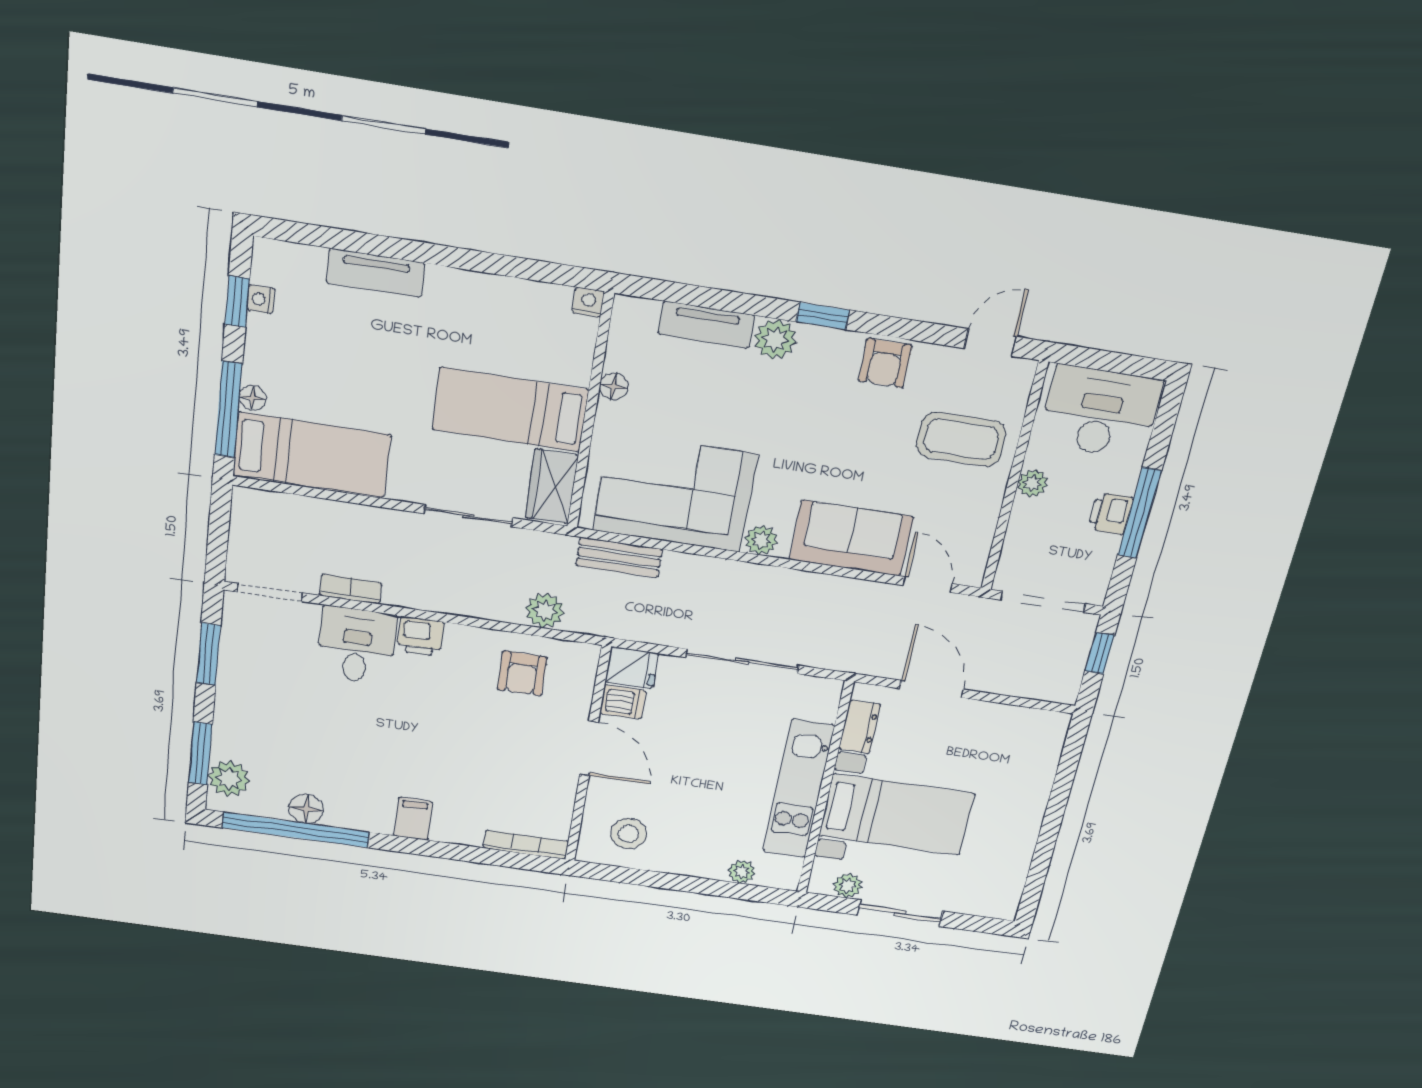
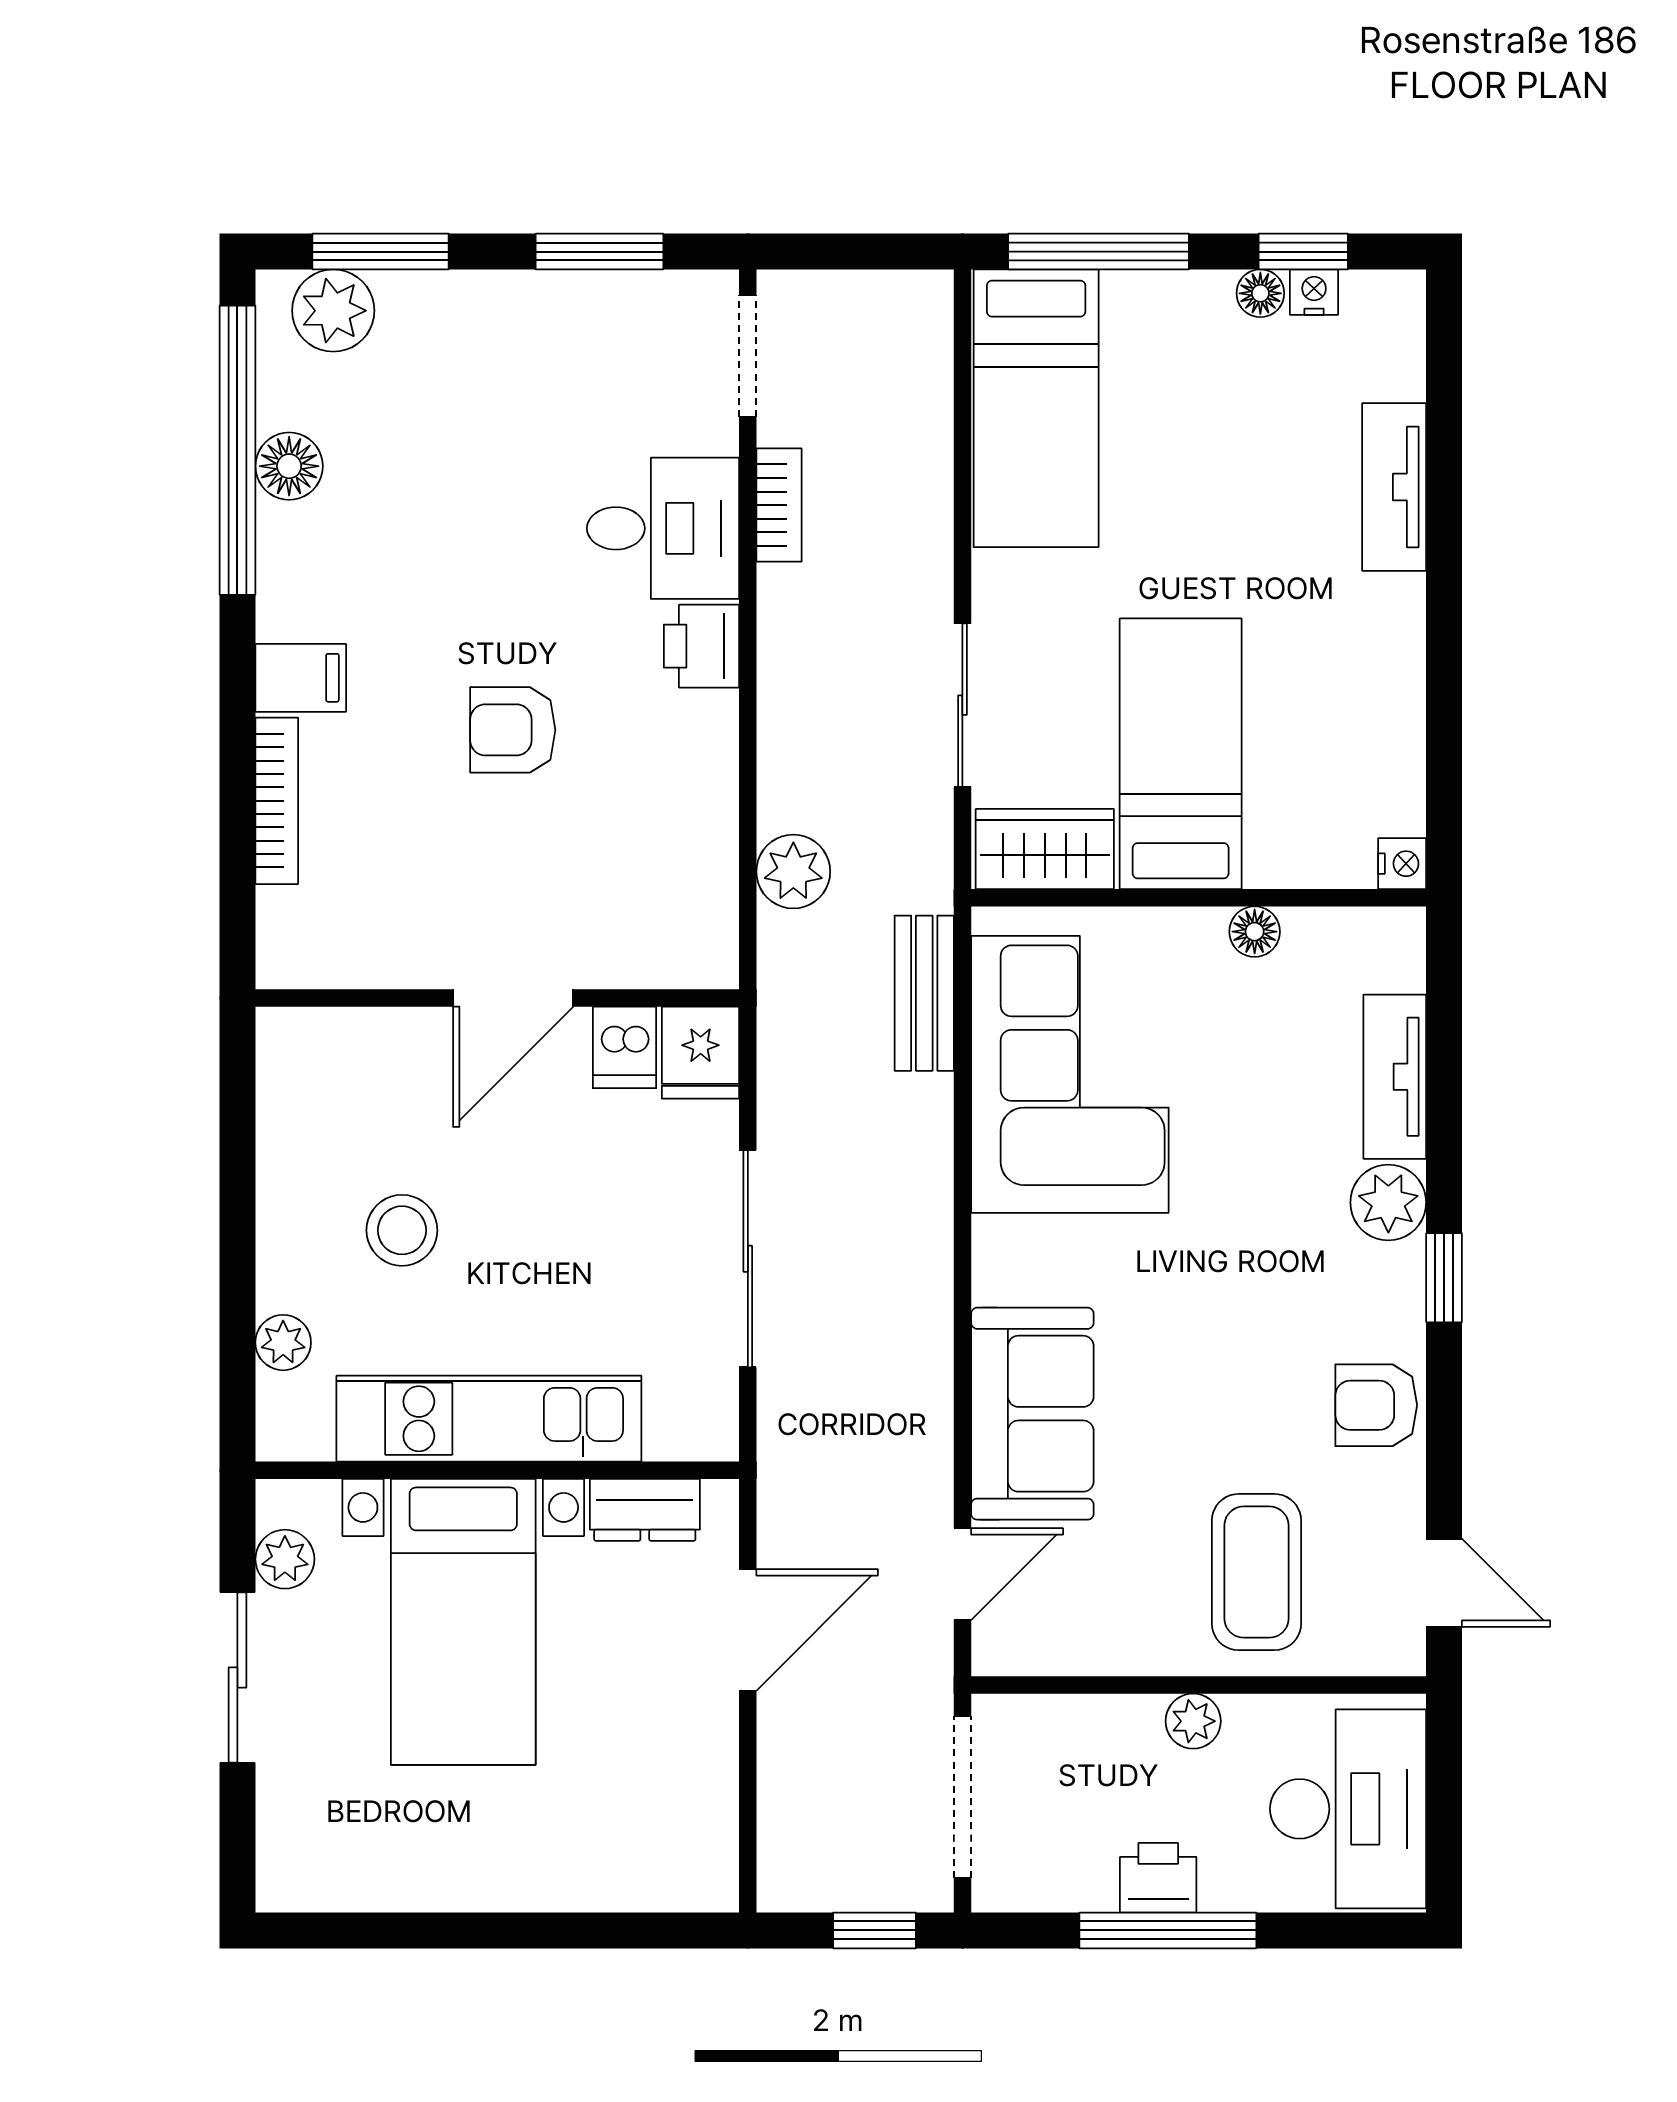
floor lamp: (253, 398) -> (1260, 293), moved
plant: (761, 540) -> (1001, 1249), removed
armchair: (522, 673) -> (513, 730), moved
stool: (629, 834) -> (402, 1230), moved
bookcase: (526, 845) -> (277, 801), moved

